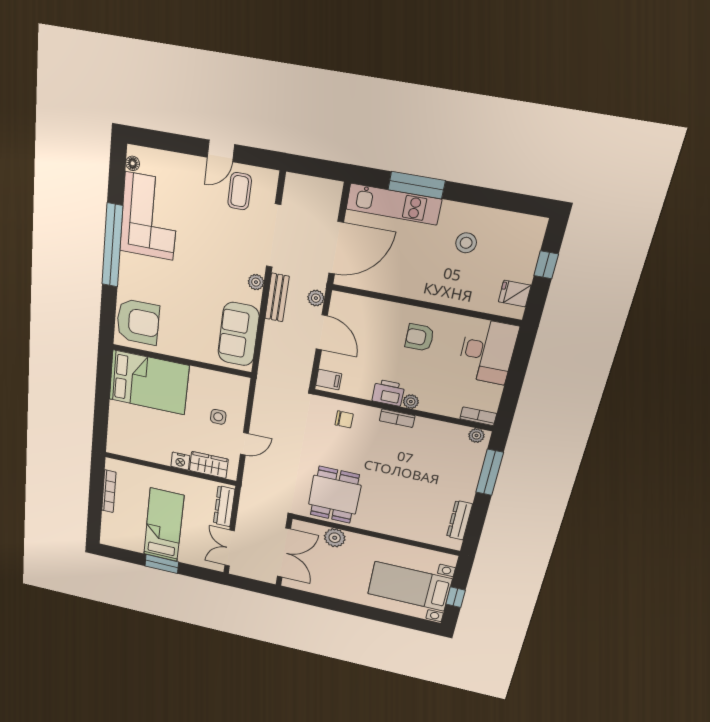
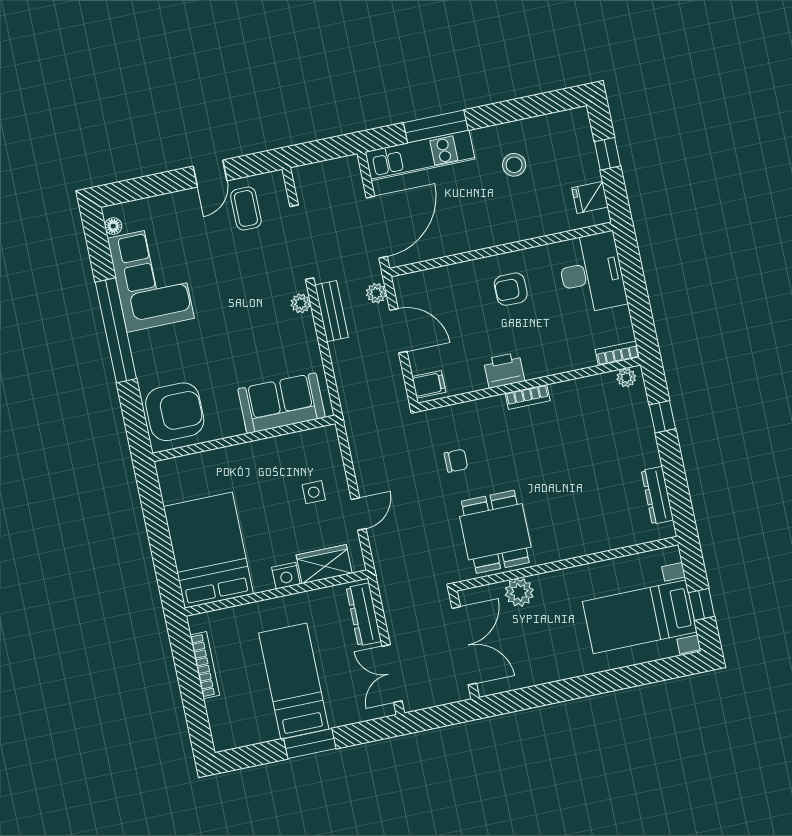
sofa: (238, 334) -> (281, 403), moved, turned 90
bed: (149, 382) -> (208, 550), moved, turned -90
plant: (411, 402) -> (534, 369), removed
chair: (344, 419) -> (456, 461), moved
window: (490, 472) -> (662, 417), width x0.46

